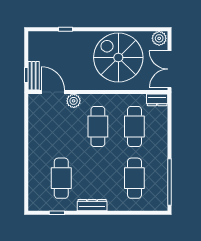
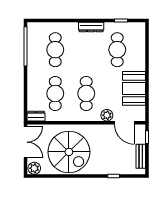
bench: (34, 76) -> (141, 156), moved
booth: (42, 132) -> (134, 88), added

